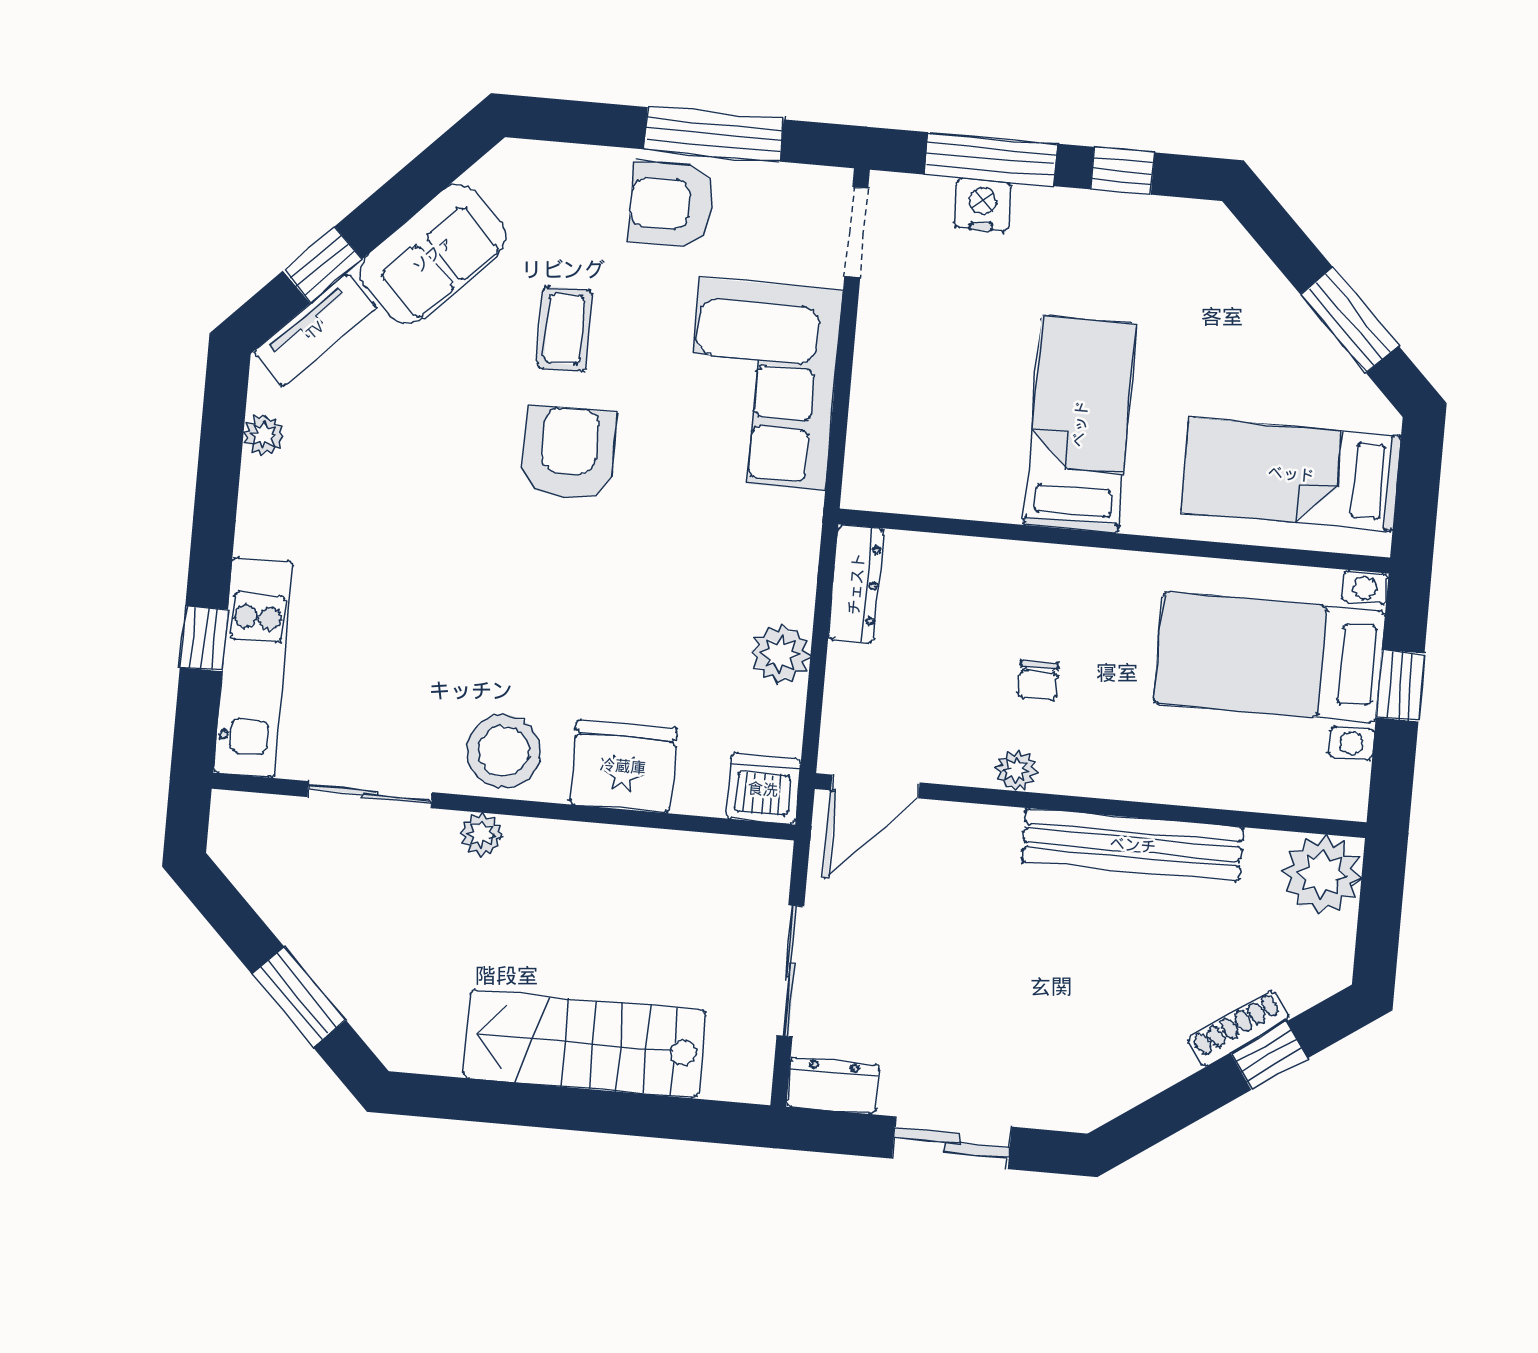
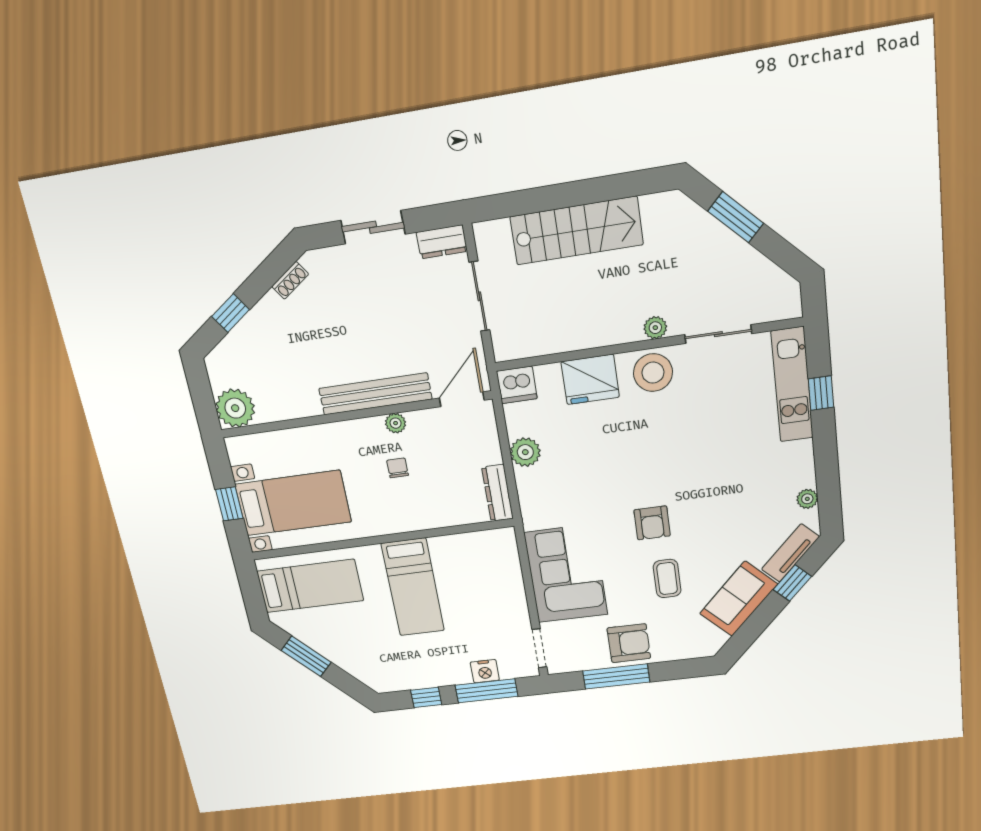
armchair: (569, 453) -> (652, 523), width x0.72, depth x0.72
bench: (1133, 845) -> (375, 394), moved
shoe rack: (1239, 1029) -> (290, 280), moved, width x0.70

